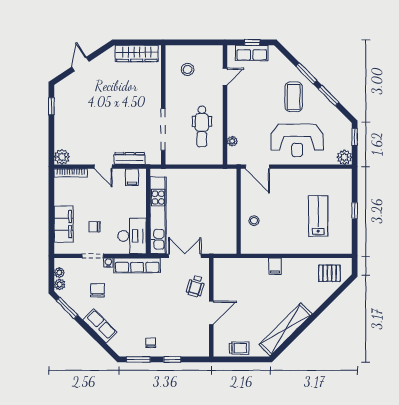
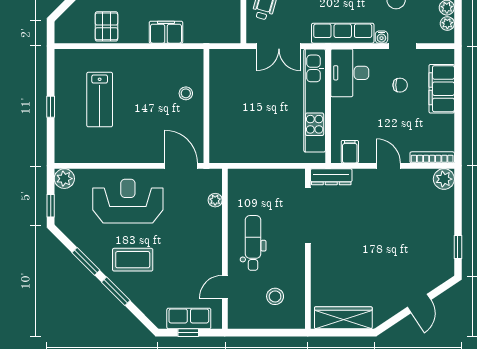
coffee table: (294, 97) -> (133, 260), turned 90
dental chair: (202, 127) -> (253, 243), moved
dresser: (130, 159) -> (331, 177), moved
filing cabinet: (275, 266) -> (166, 32), width x2.00
pallet: (329, 273) -> (106, 26), moved, turned 90

